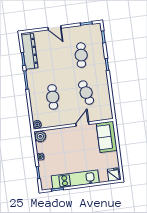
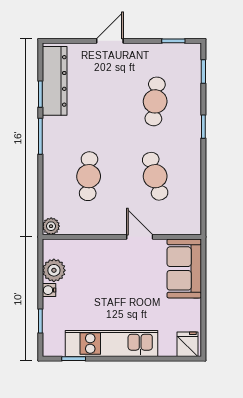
door: (54, 28) -> (110, 41), swing flipped
door: (82, 124) -> (140, 237), hinge flipped
plant: (40, 136) -> (54, 270), moved

